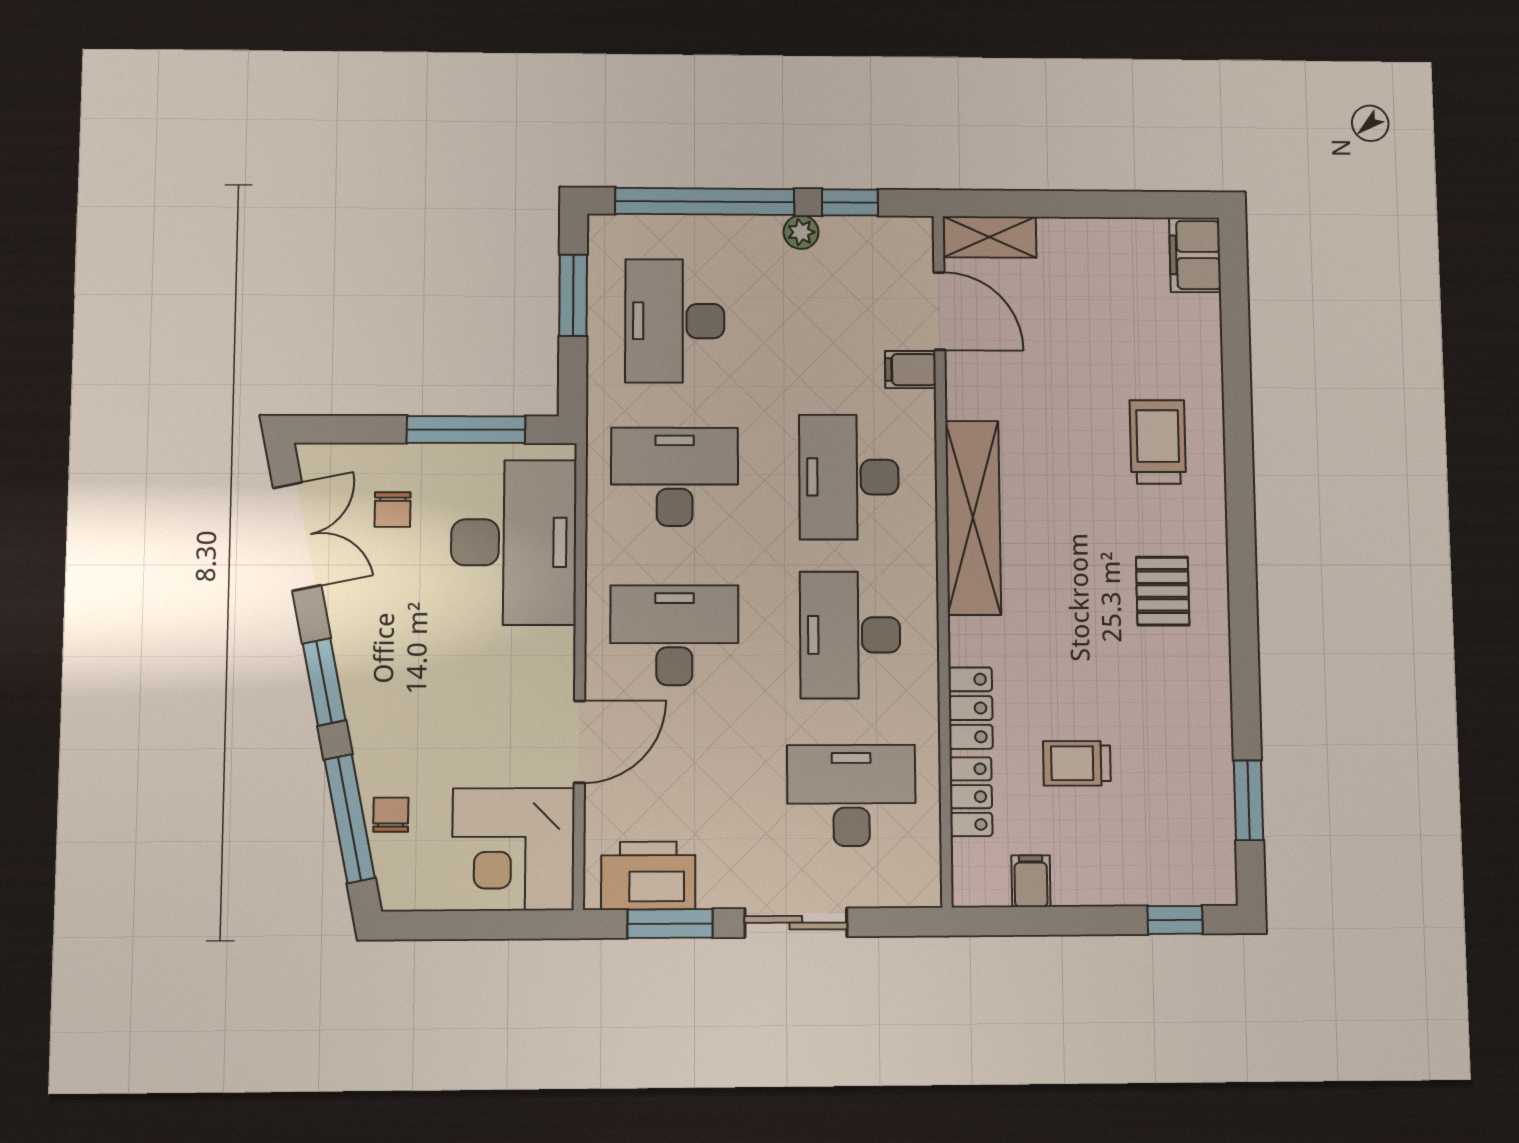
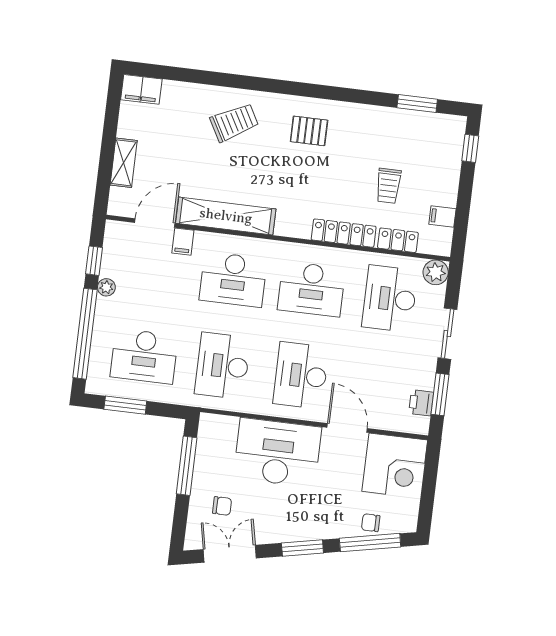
shelving: (990, 237) -> (124, 163), moved
trolley: (1158, 442) -> (234, 122), turned 151
shelving: (973, 518) -> (226, 216), moved
desk: (514, 542) -> (277, 453), moved
locker: (971, 708) -> (344, 233), width x1.53
printer: (648, 876) -> (421, 403), width x0.53, depth x0.68
plant: (917, 882) -> (436, 272), added

